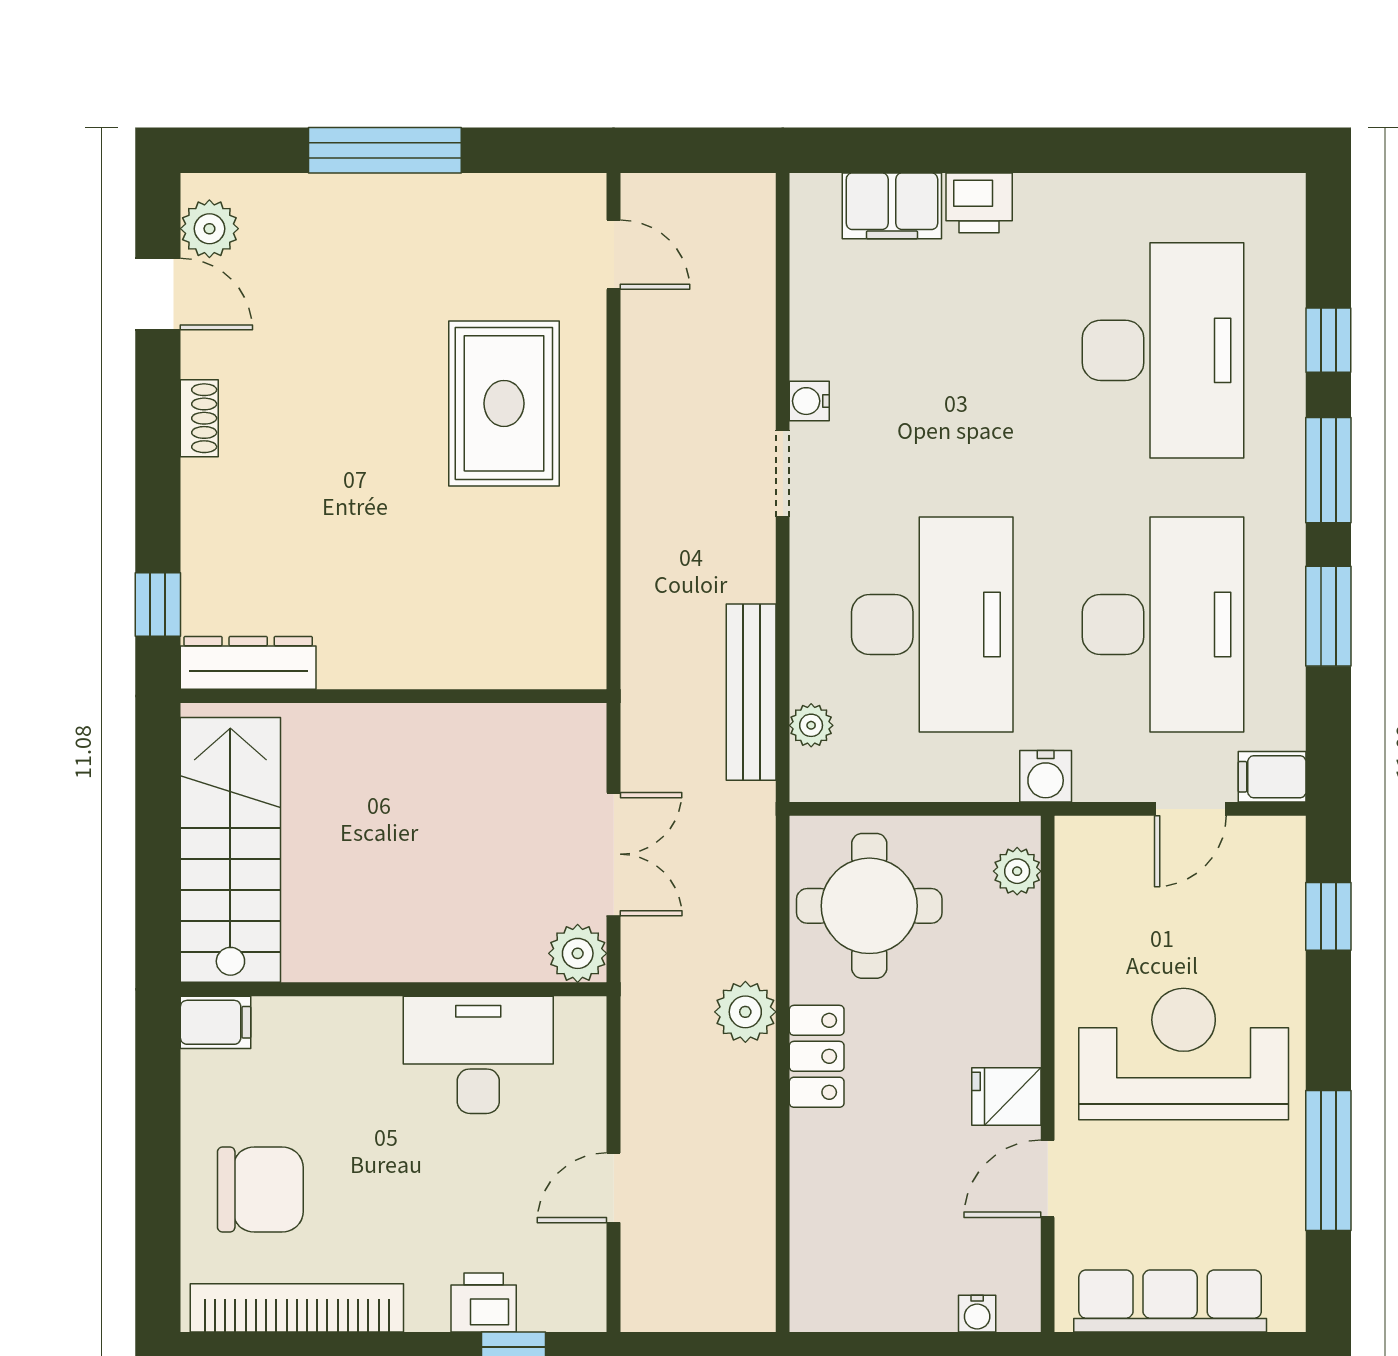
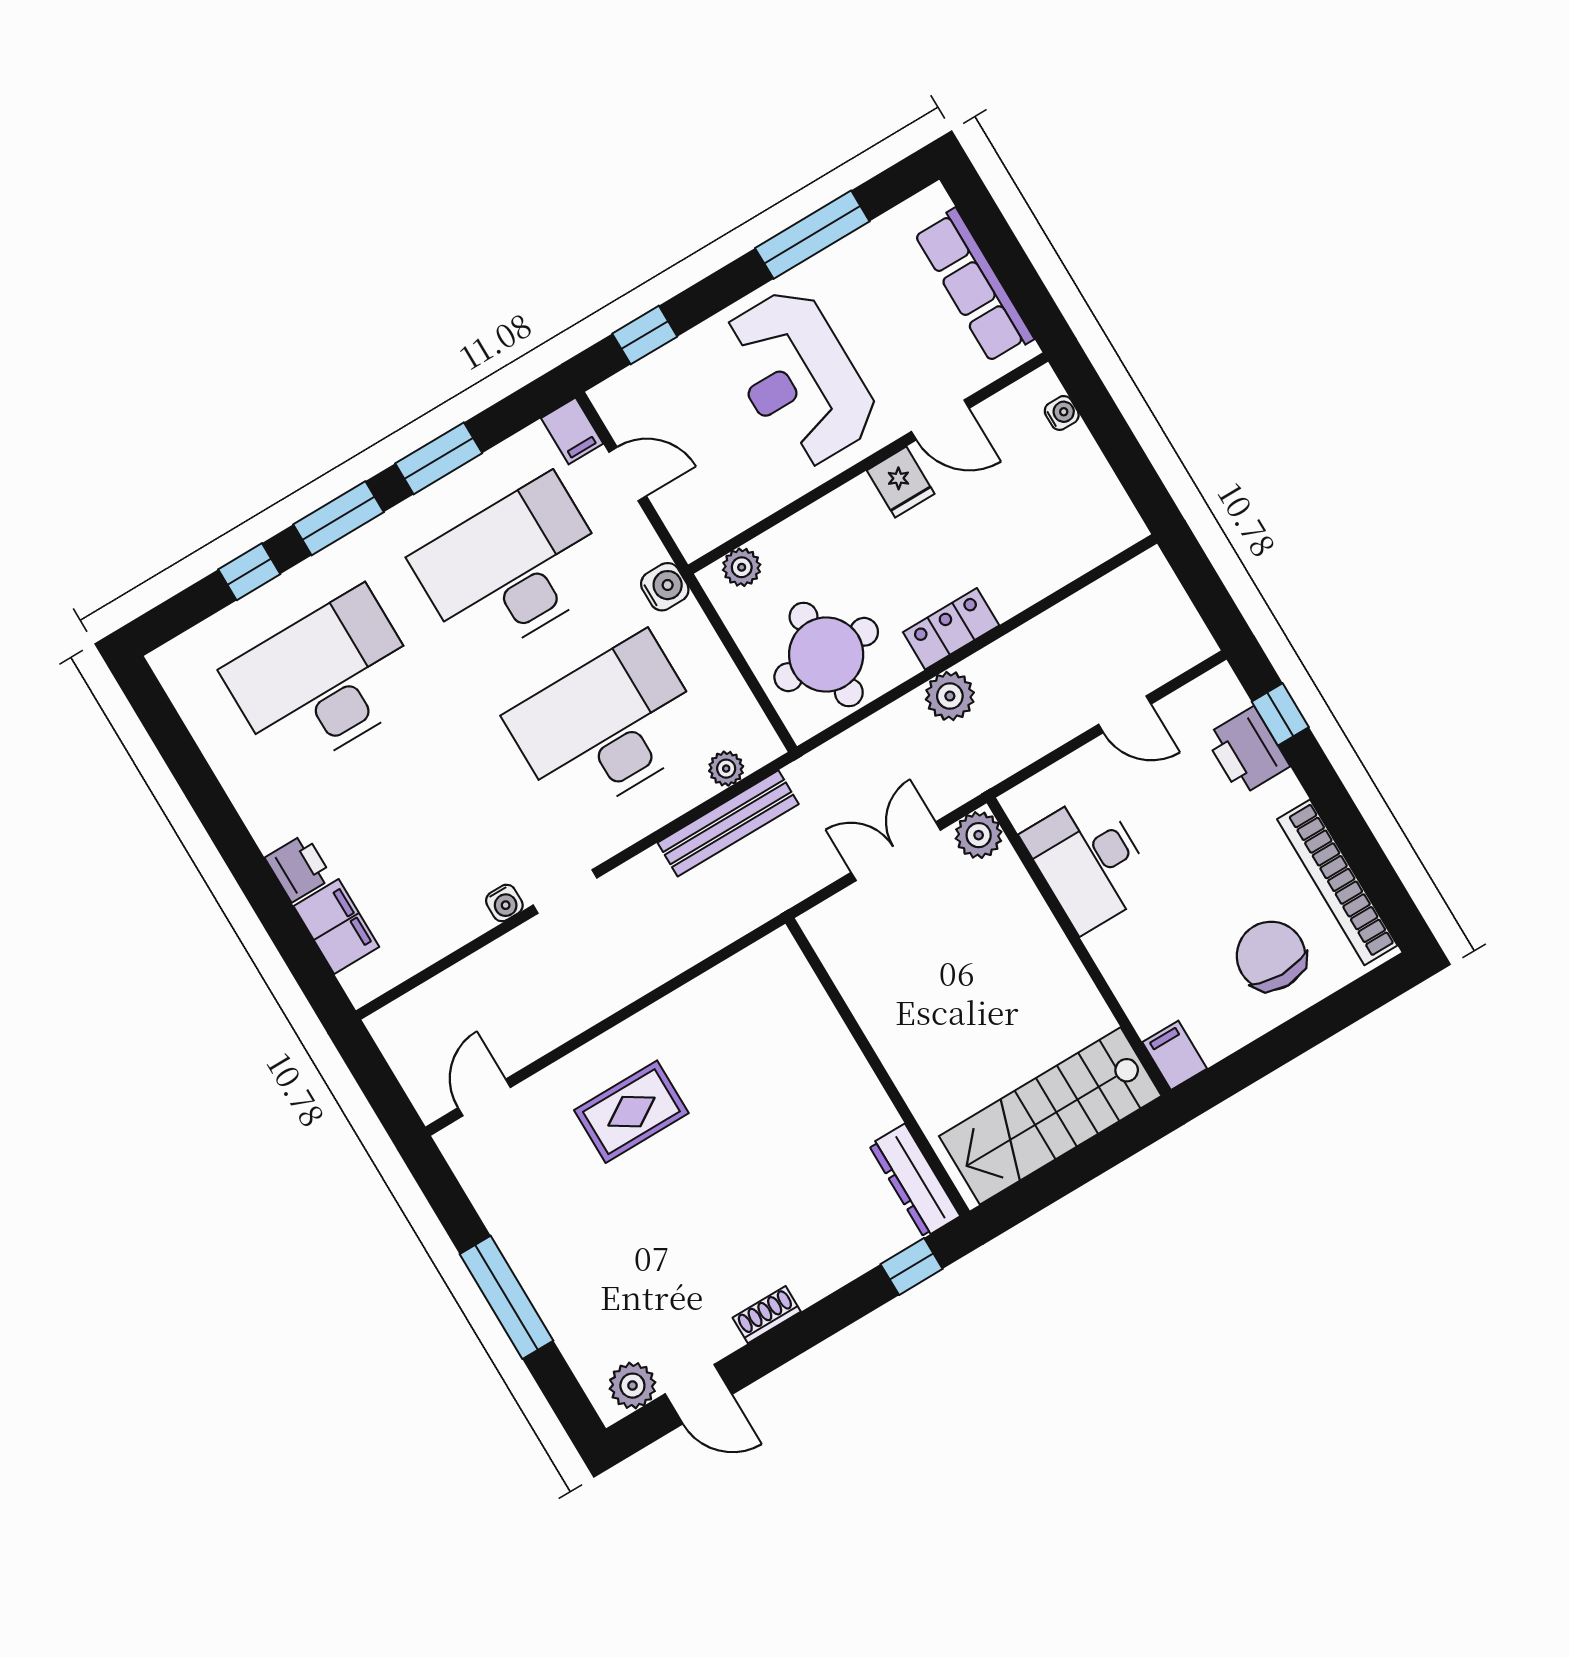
door: (158, 294) -> (698, 1394), swing flipped
rug: (504, 403) -> (631, 1112), width x0.73, depth x0.70
printer: (484, 1302) -> (1247, 751), width x1.36, depth x1.24

